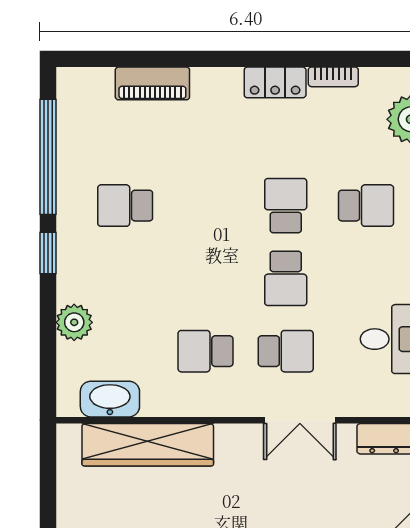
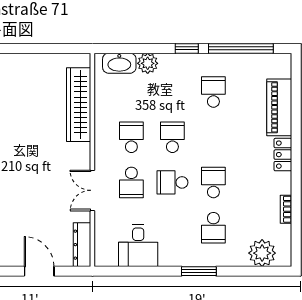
locker: (275, 82) -> (283, 155), moved
piano: (152, 83) -> (279, 107), width x1.37, depth x1.33
school desk: (286, 206) -> (213, 182), turned -90
school desk: (205, 278) -> (172, 137), added
washbasin: (110, 399) -> (119, 63), moved, turned 90

